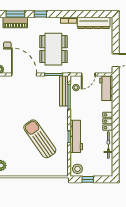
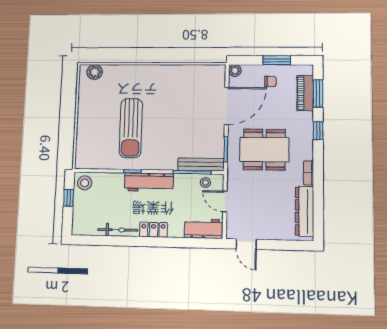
workbench: (76, 136) -> (149, 182), moved
sun lounger: (40, 139) -> (131, 128), turned 125

